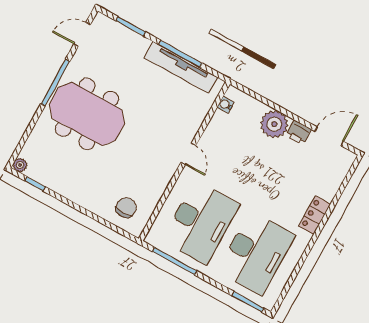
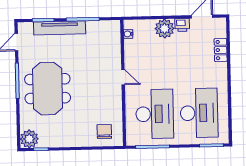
tv unit: (181, 67) -> (60, 28), moved
meeting table: (87, 114) -> (48, 89), turned 90
plant: (20, 165) -> (29, 139), width x1.87, depth x1.87
locker: (314, 215) -> (221, 50), moved

